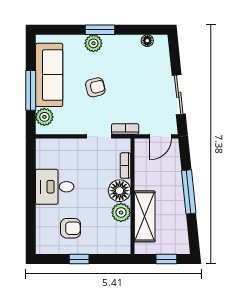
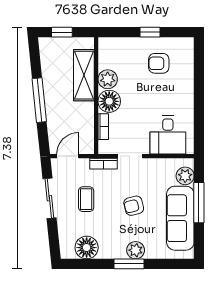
floor lamp: (147, 41) -> (87, 248), width x1.89, depth x1.89
coffee table: (142, 94) -> (86, 199), added
desk: (55, 187) -> (168, 135), moved, turned 90

